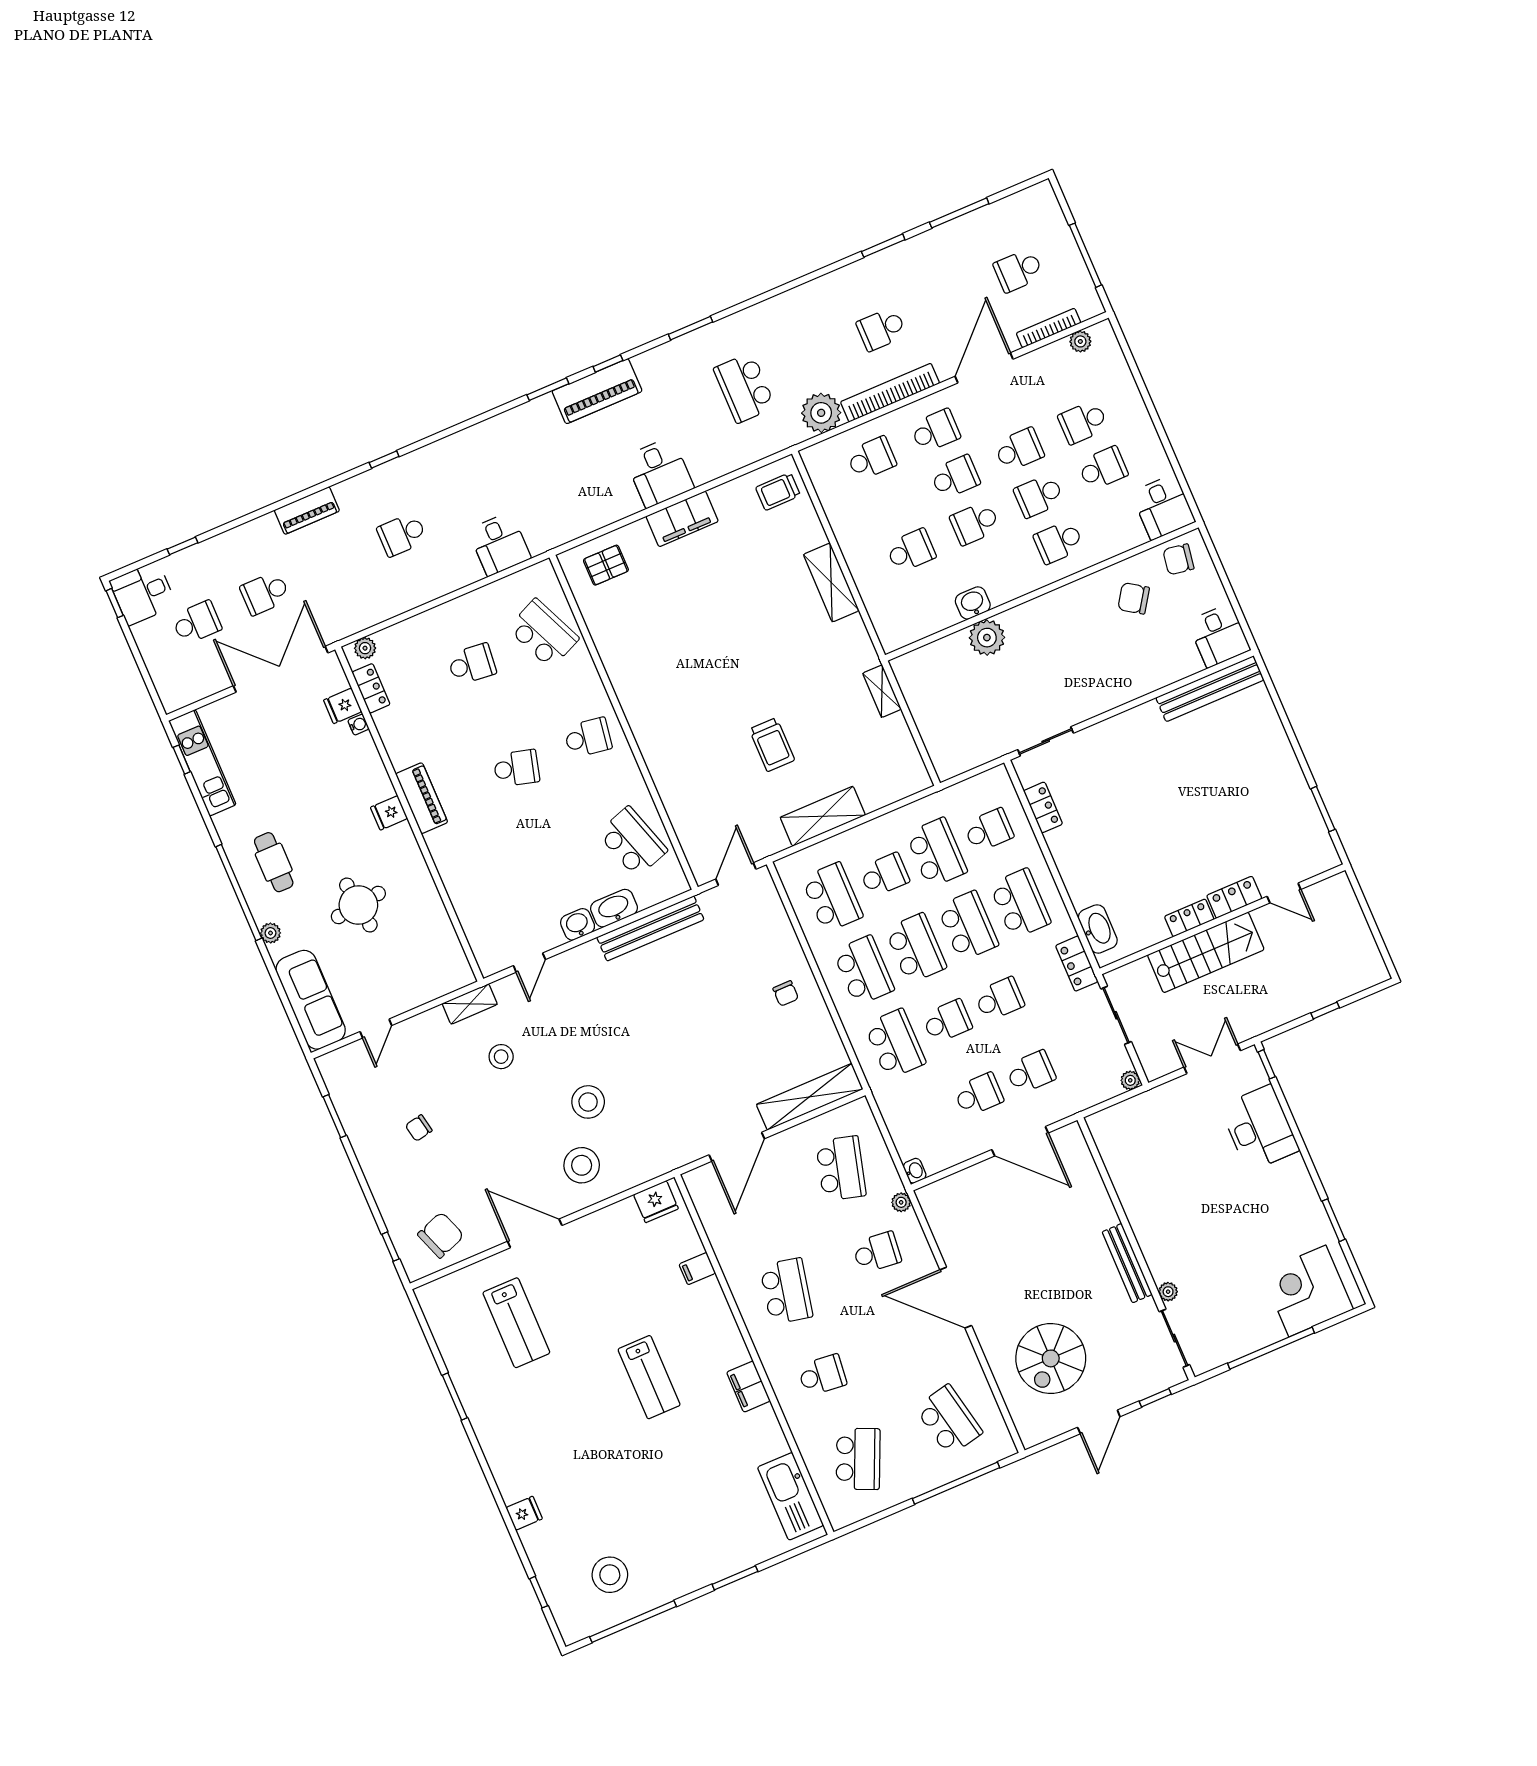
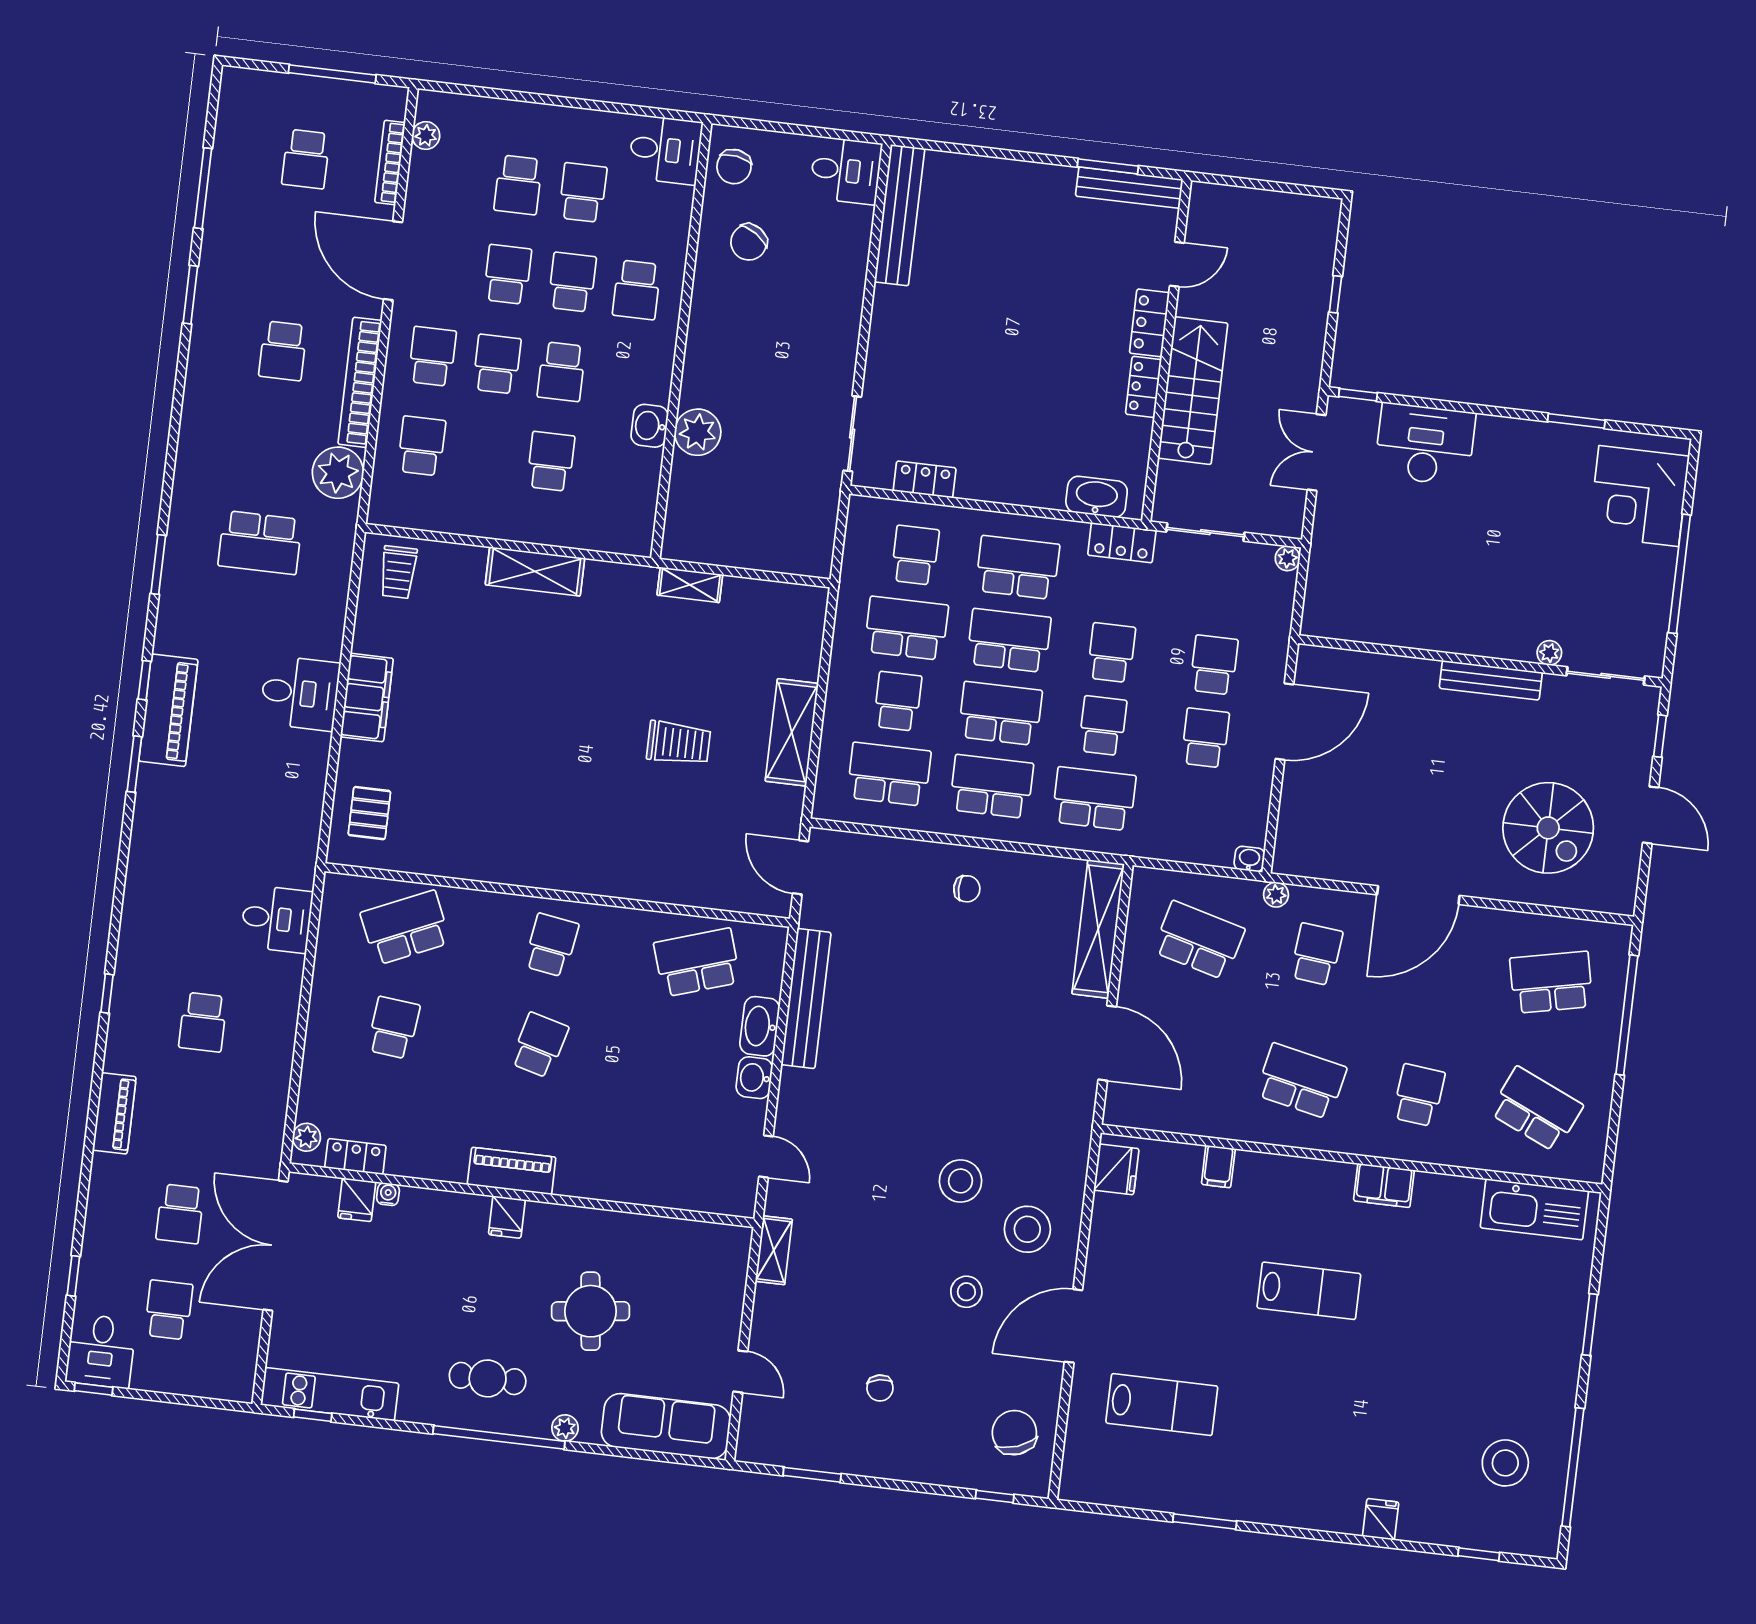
school desk: (1039, 496) -> (572, 282), turned 180
bench: (1317, 832) -> (1129, 188), added
stool: (501, 1057) -> (966, 1292), moved

